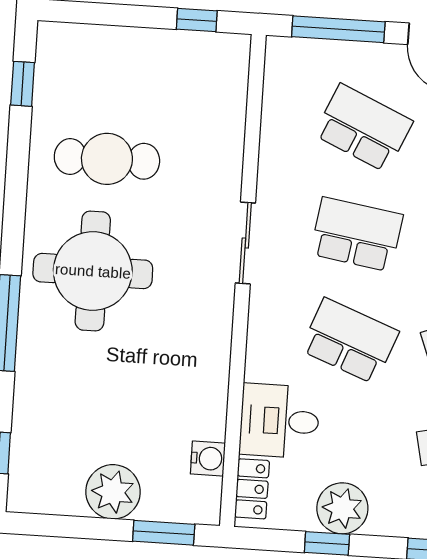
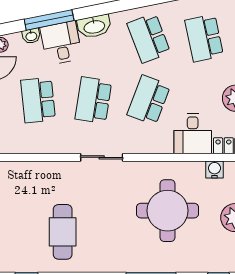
school desk: (363, 128) -> (38, 100), turned -30
round table: (93, 271) -> (168, 211), moved

